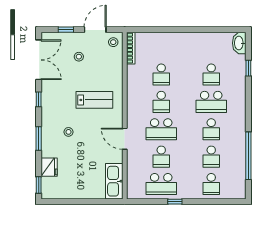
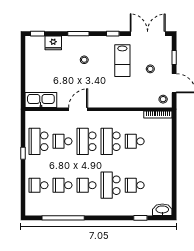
double door: (39, 60) -> (148, 34), swing flipped
lab bench: (94, 100) -> (122, 61), moved
school desk: (161, 102) -> (111, 141), width x1.85

